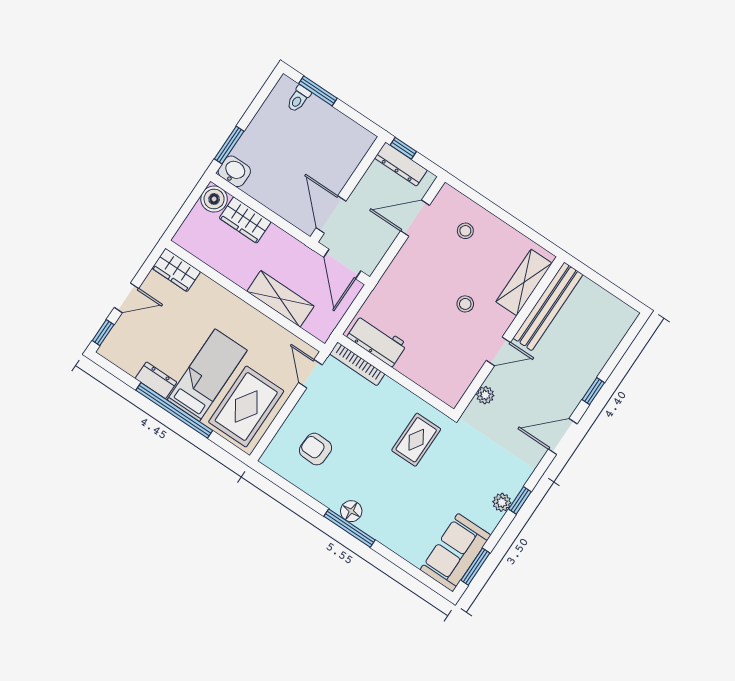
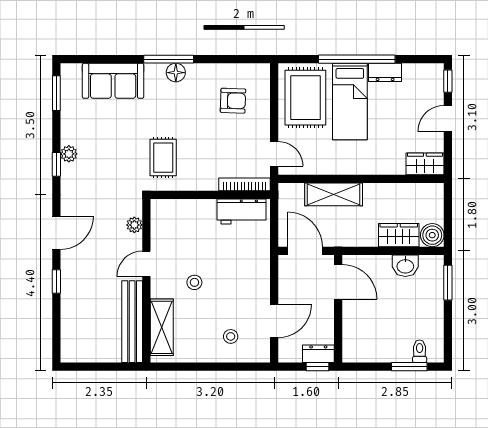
dresser: (401, 164) -> (318, 354), width x0.70
washbasin: (234, 171) -> (405, 266), moved
sofa: (455, 553) -> (113, 81), moved, turned 90

